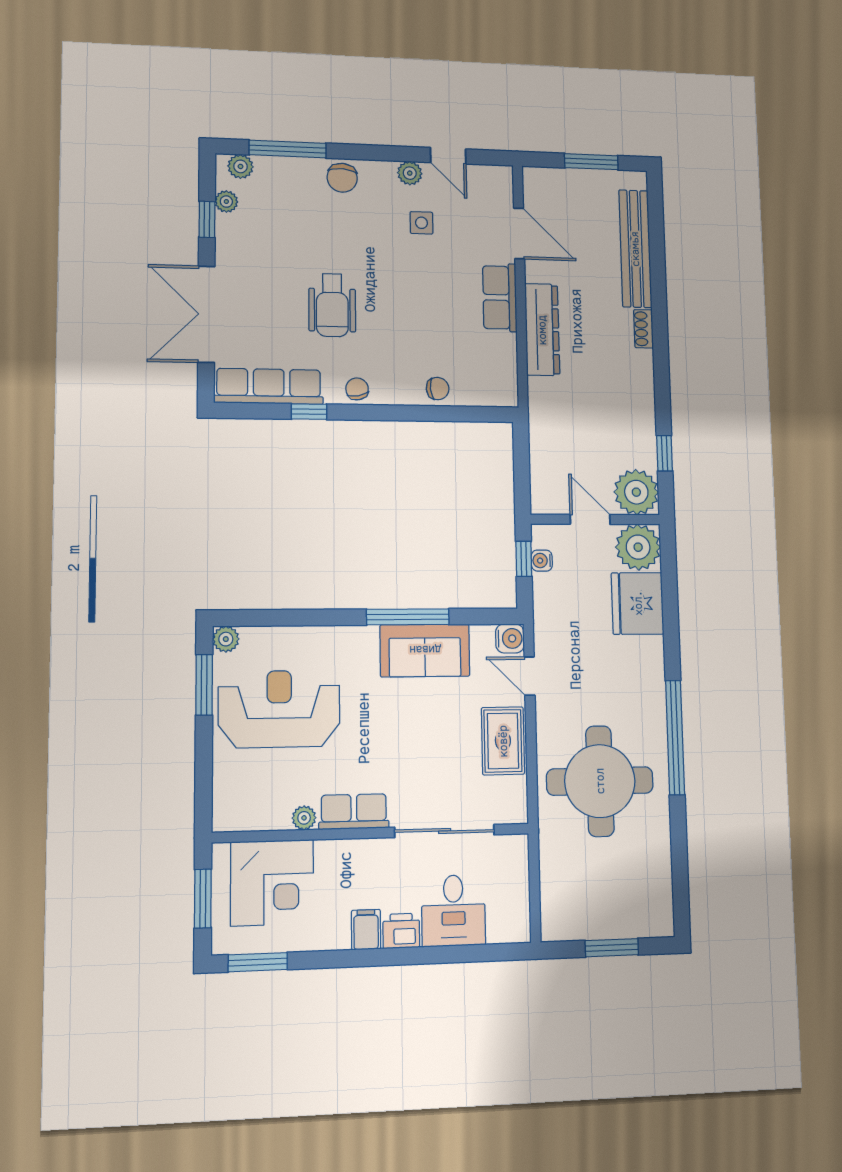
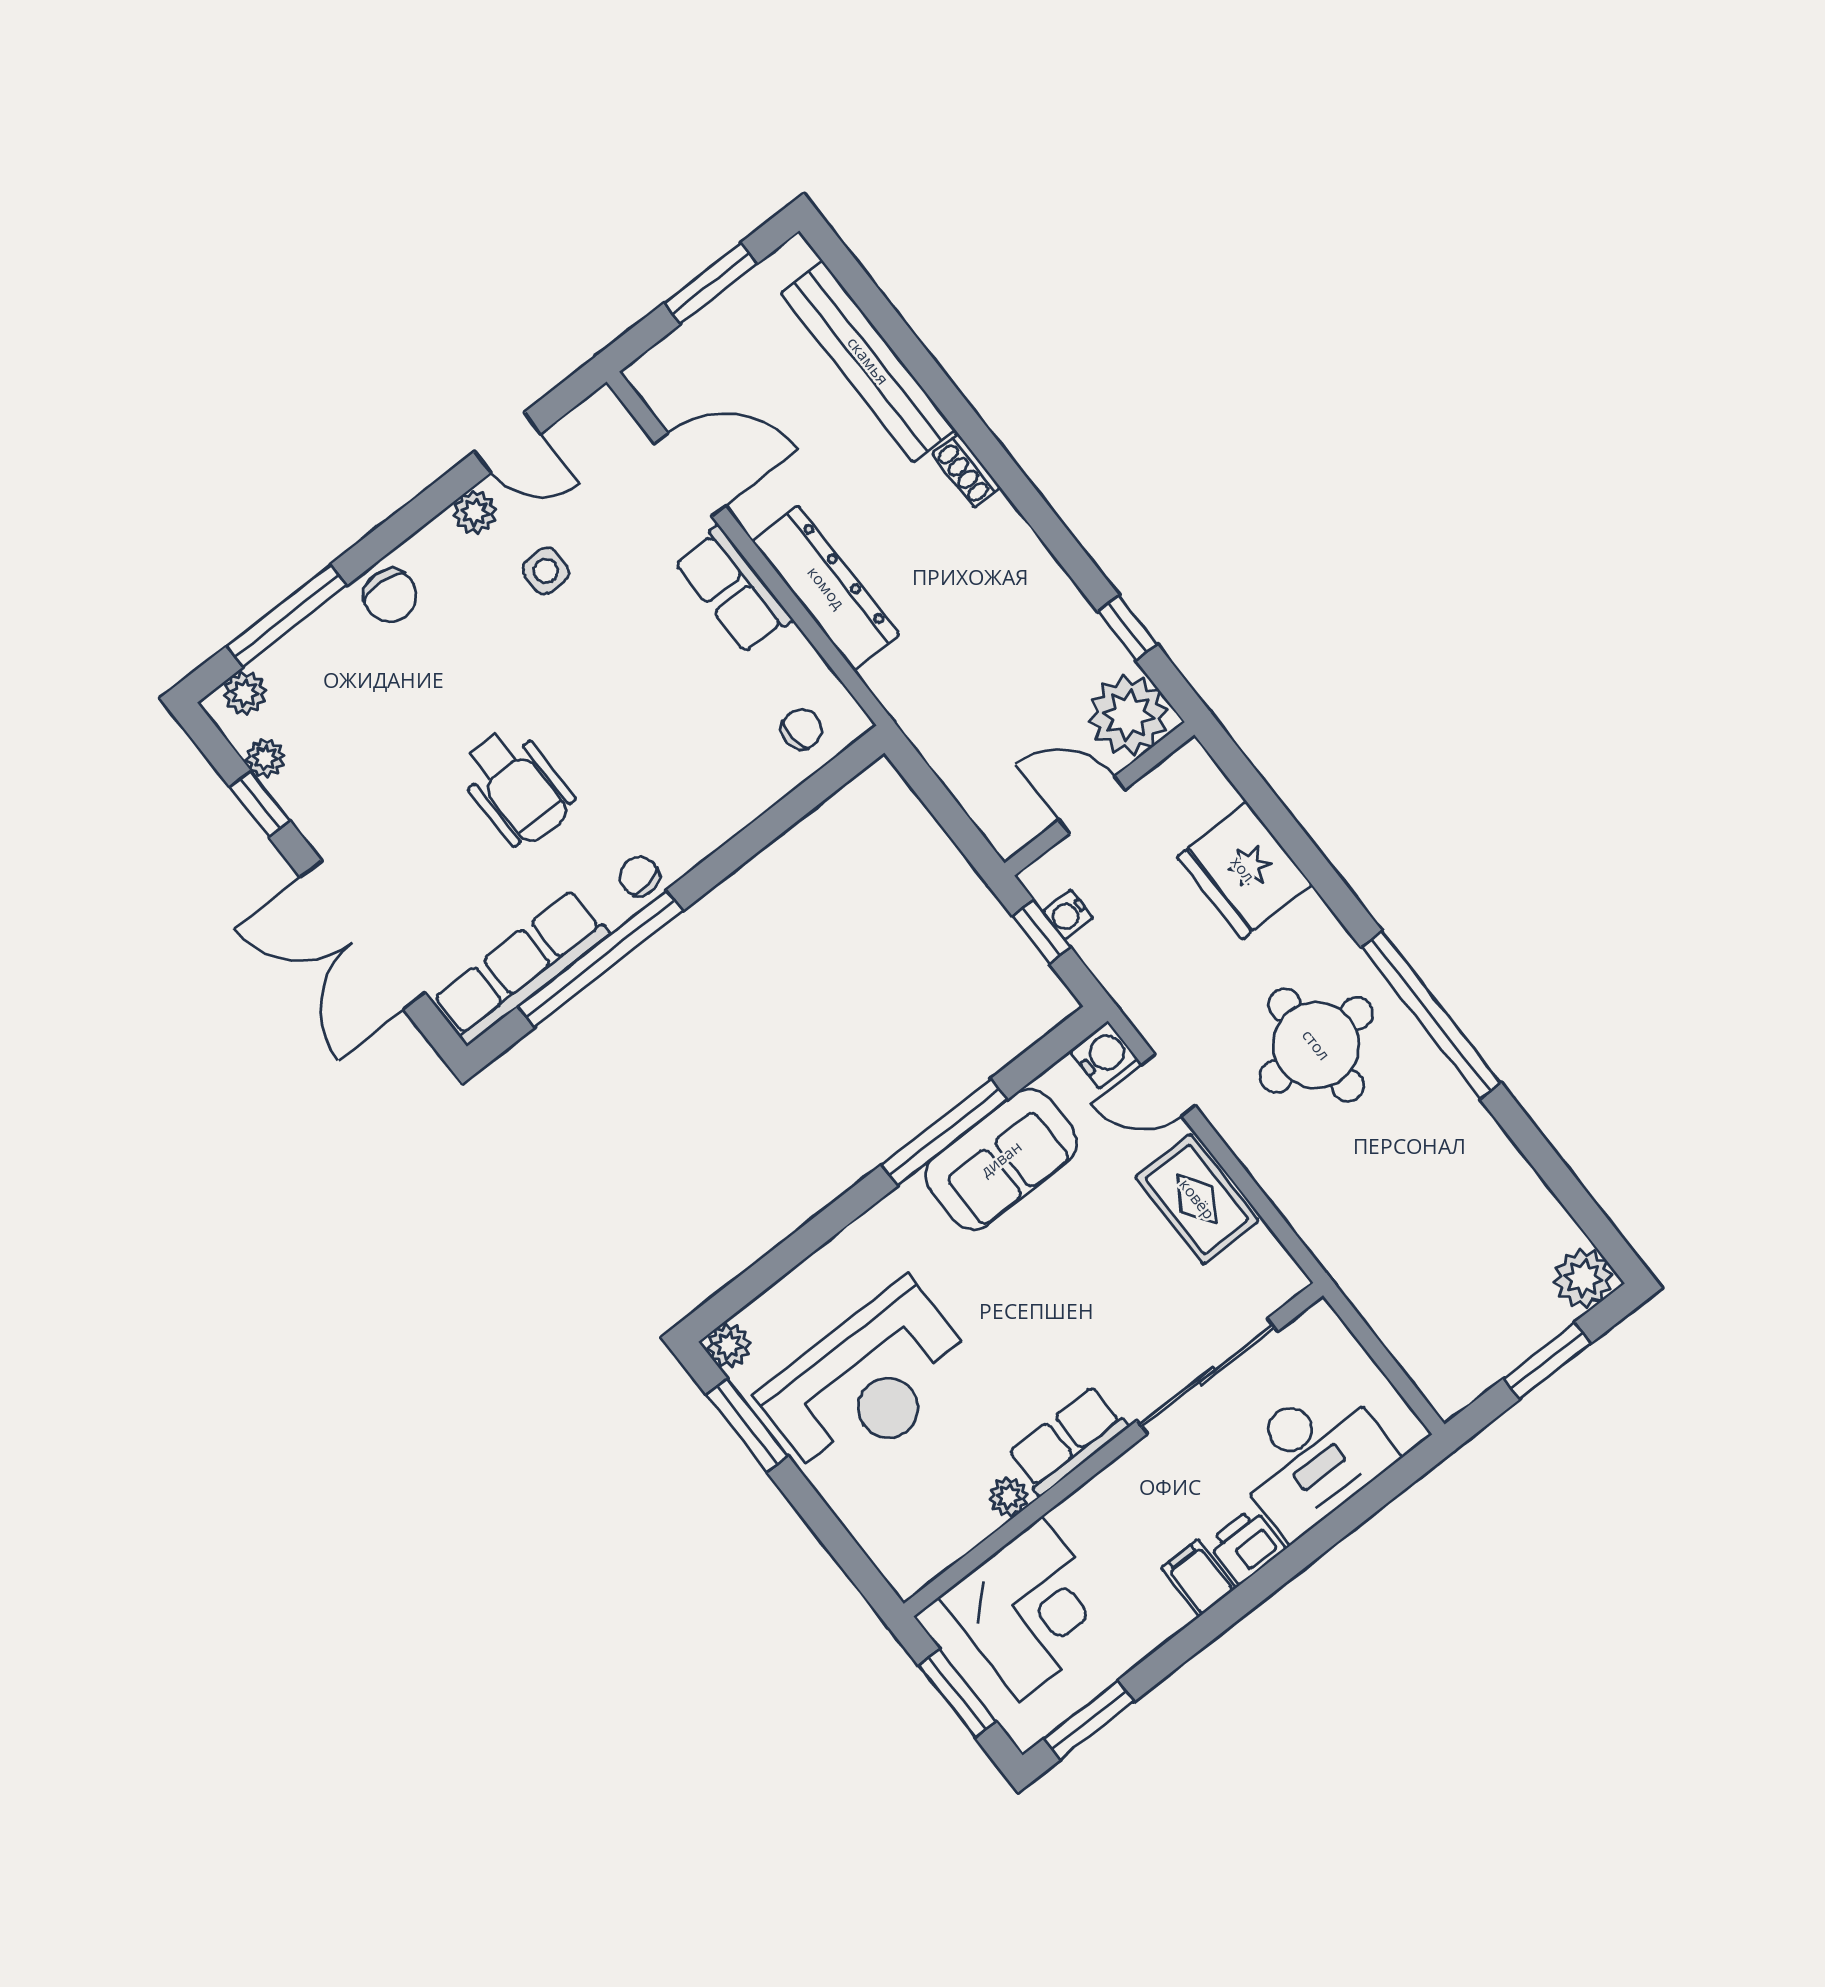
chair: (438, 389) -> (801, 729), moved
window: (309, 412) -> (600, 959), width x3.17
plant: (638, 547) -> (1583, 1278), moved, width x0.73, depth x0.73
reception desk: (279, 709) -> (868, 1382), turned 180
round table: (600, 781) -> (1316, 1045), moved, width x0.73, depth x0.73
desk: (453, 911) -> (1312, 1457), width x1.37

